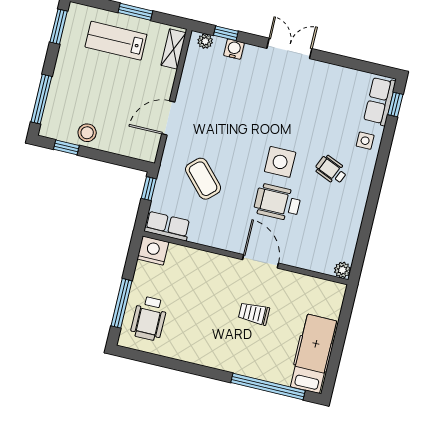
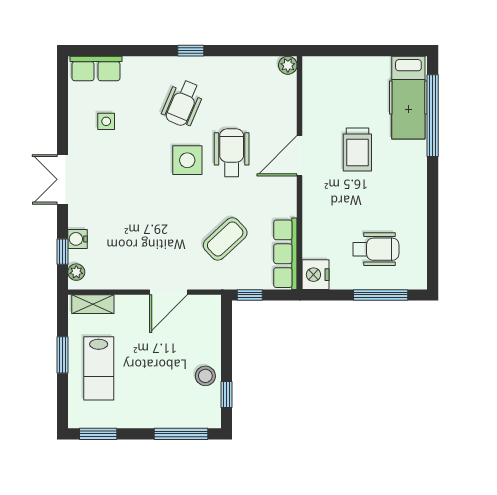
window: (395, 104) -> (191, 51), moved
door: (168, 118) -> (169, 292), hinge flipped
side table: (365, 141) -> (106, 121), moved
wheelchair: (331, 170) -> (183, 103), width x1.36, depth x1.37
wheelchair: (277, 202) -> (232, 153), turned 180
row of seats: (167, 226) -> (285, 254), width x1.48
trolley: (254, 313) -> (357, 149), width x1.36, depth x1.39
wheelchair: (149, 318) -> (376, 249), moved
hospital bed: (314, 354) -> (408, 98), moved, turned -90

